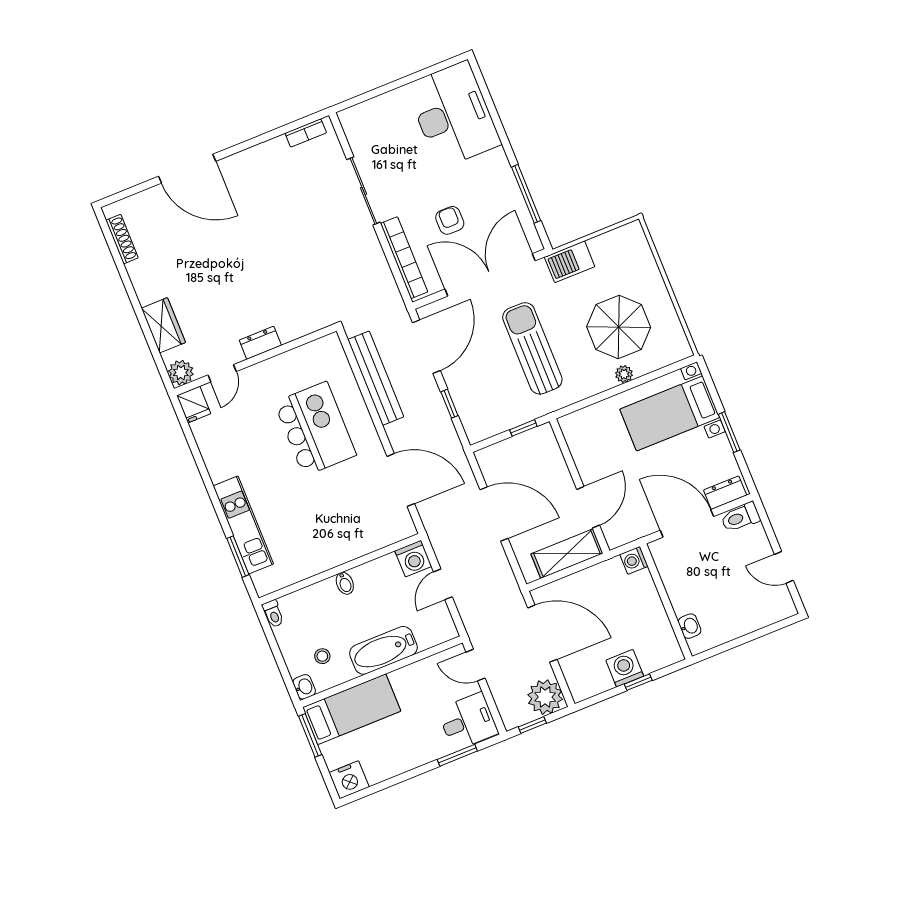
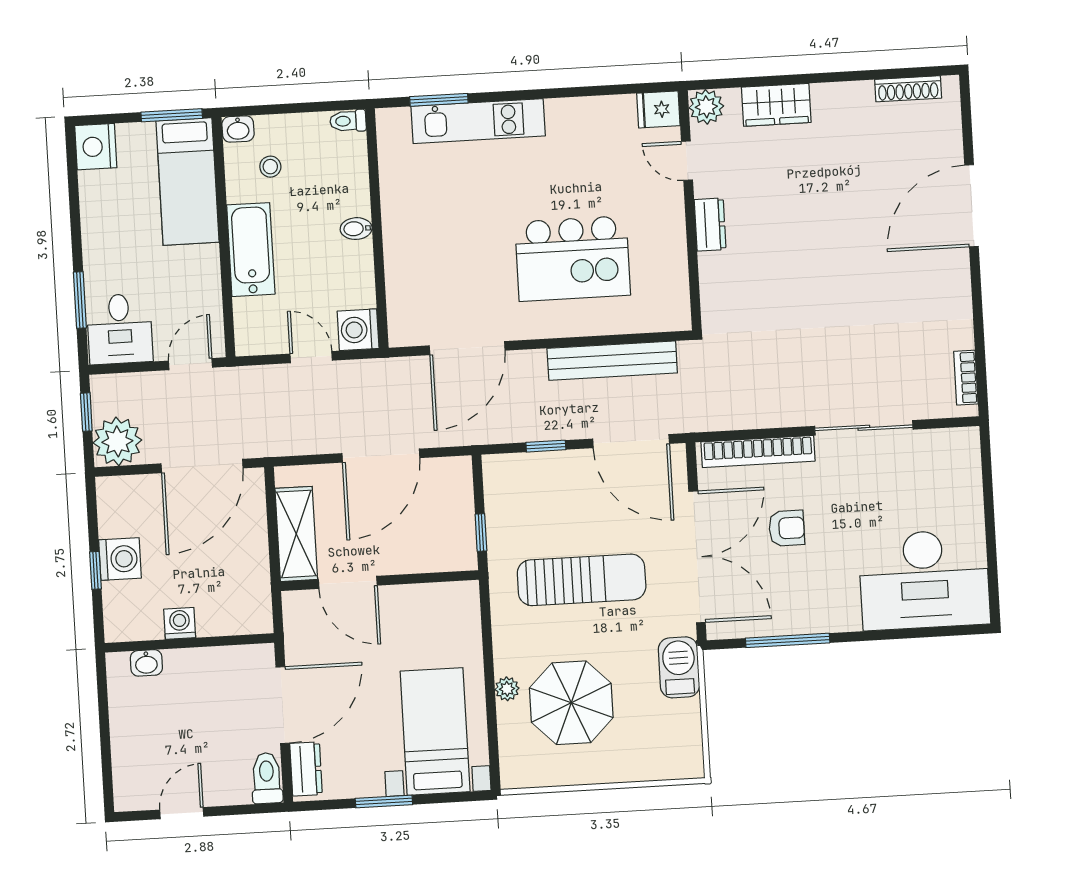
washing machine: (634, 560) -> (180, 623), moved

